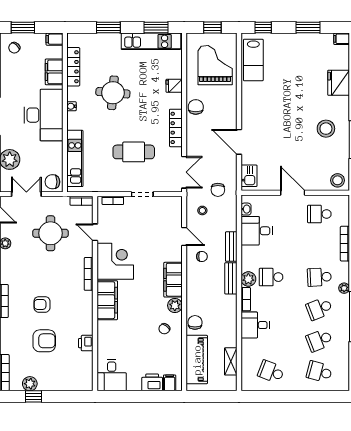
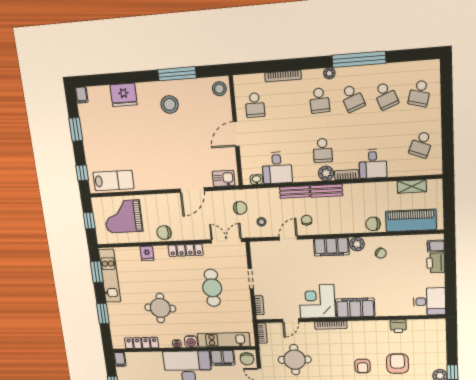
filing cabinet: (54, 72) -> (222, 358), moved
water cooler: (74, 122) -> (191, 342), added

